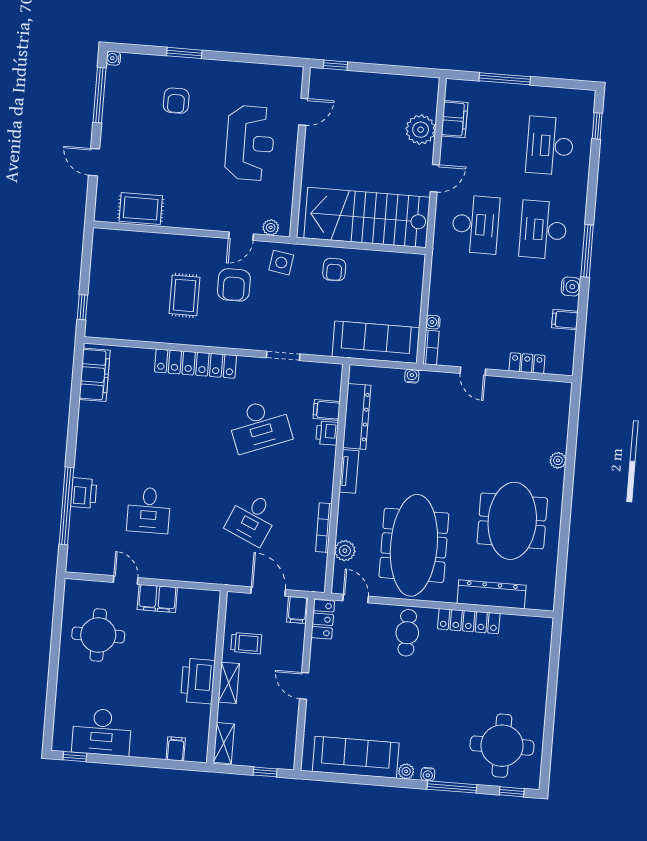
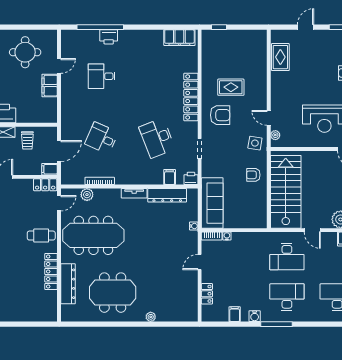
armchair: (234, 285) -> (220, 115), moved, turned 180
printer: (327, 433) -> (191, 178), moved

